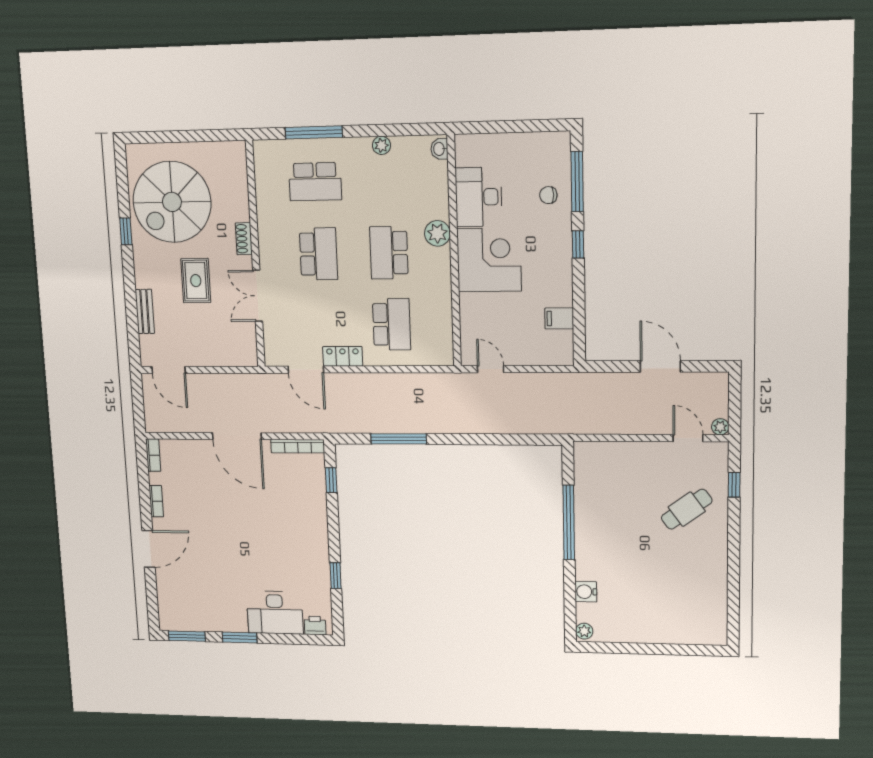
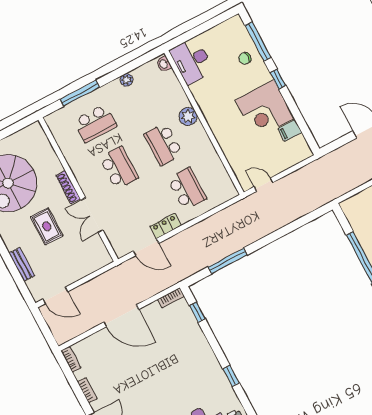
desk: (479, 197) -> (192, 61), moved
shoe rack: (244, 239) -> (68, 187), width x1.43
corner desk: (489, 260) -> (265, 109), moved, turned 180
bookcase: (298, 446) -> (171, 298), width x0.64

